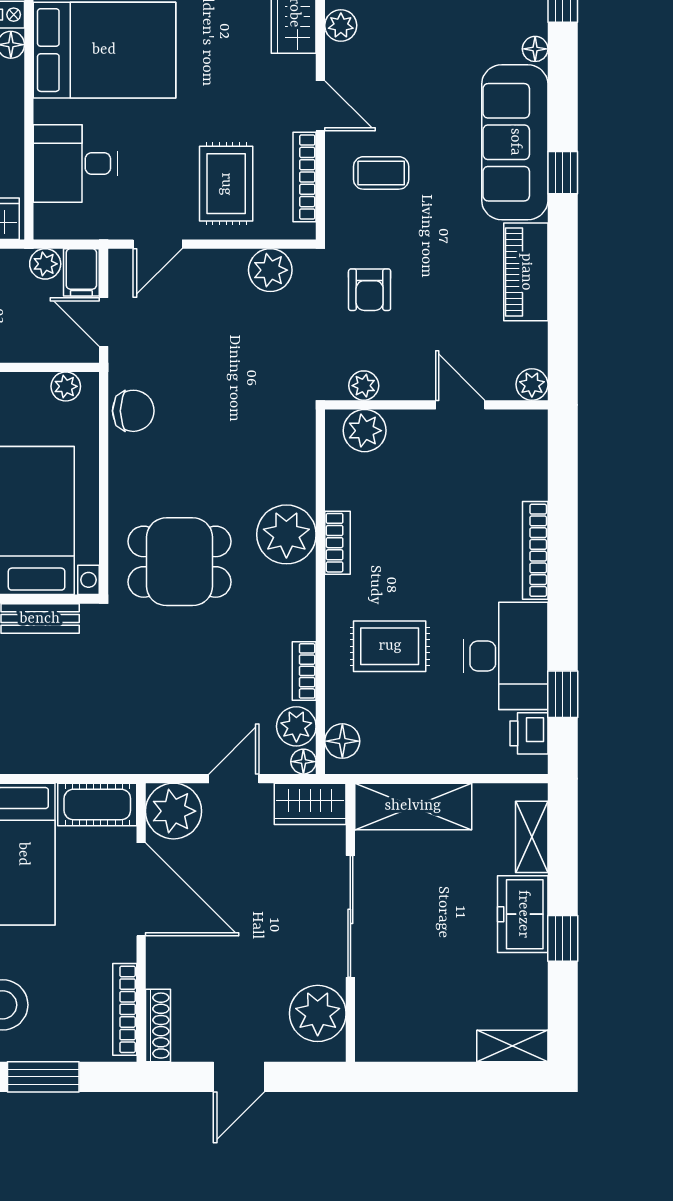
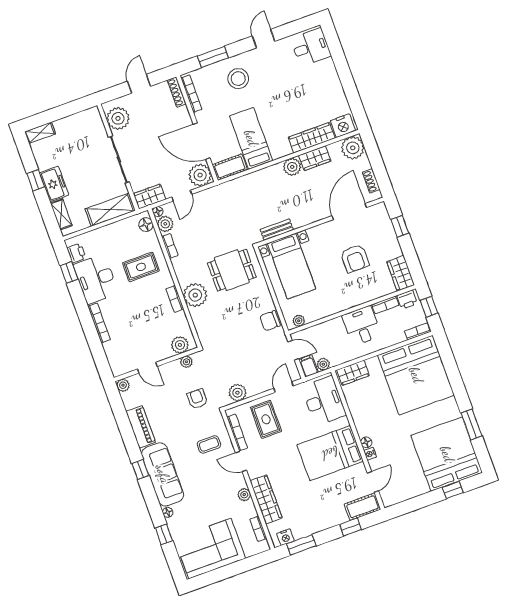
desk: (75, 163) -> (324, 401), width x1.37

